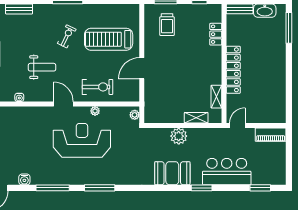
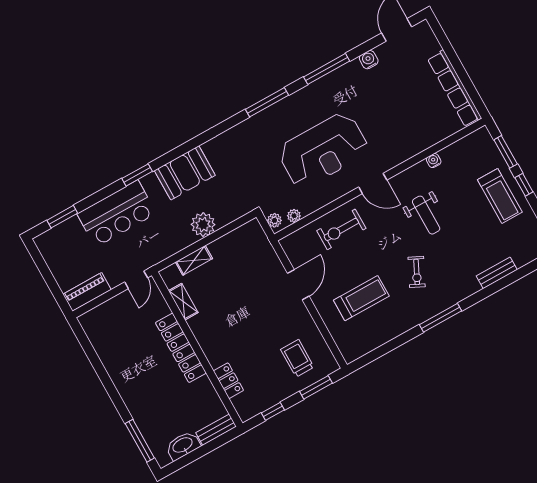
treadmill: (109, 39) -> (361, 298), width x0.73, depth x0.73
weight bench: (42, 67) -> (426, 215), turned -90
plant: (95, 111) -> (294, 216), moved

